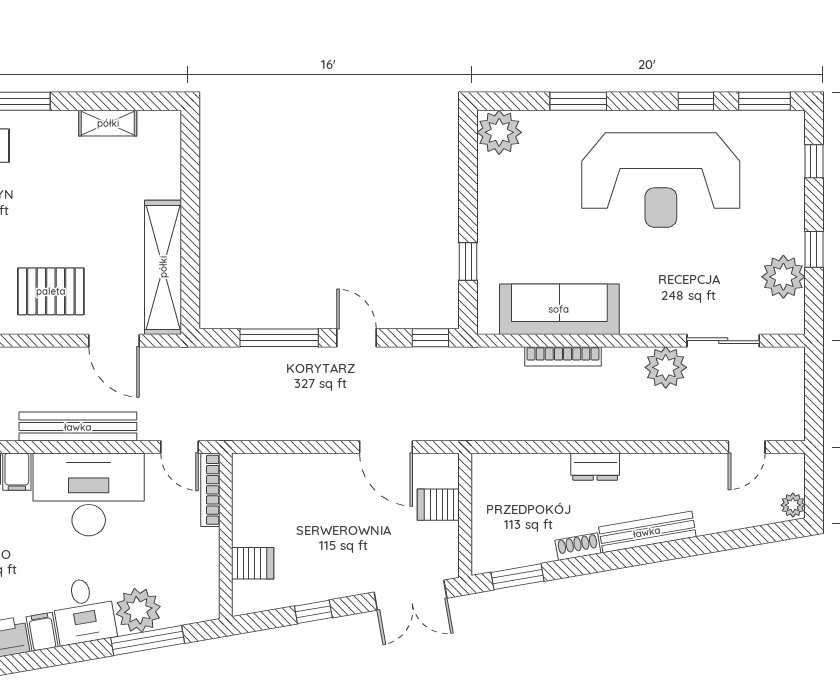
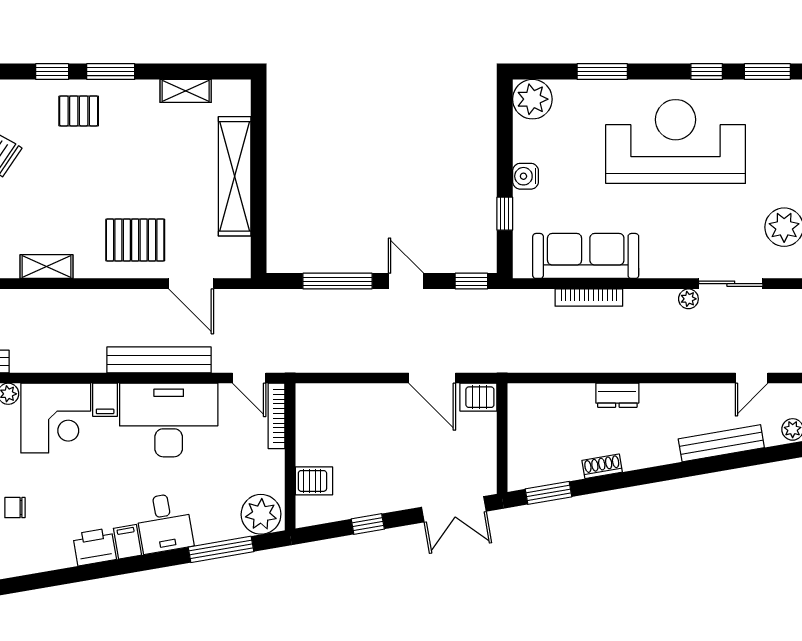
reception desk: (661, 180) -> (676, 141), turned 180
water cooler: (491, 219) -> (526, 176), added
shelving: (163, 267) -> (235, 176), moved
plant: (666, 367) -> (688, 299), width x0.53, depth x0.53
server rack: (438, 505) -> (478, 397), moved
bench: (647, 532) -> (721, 443), moved
plant: (138, 610) -> (261, 514), moved

